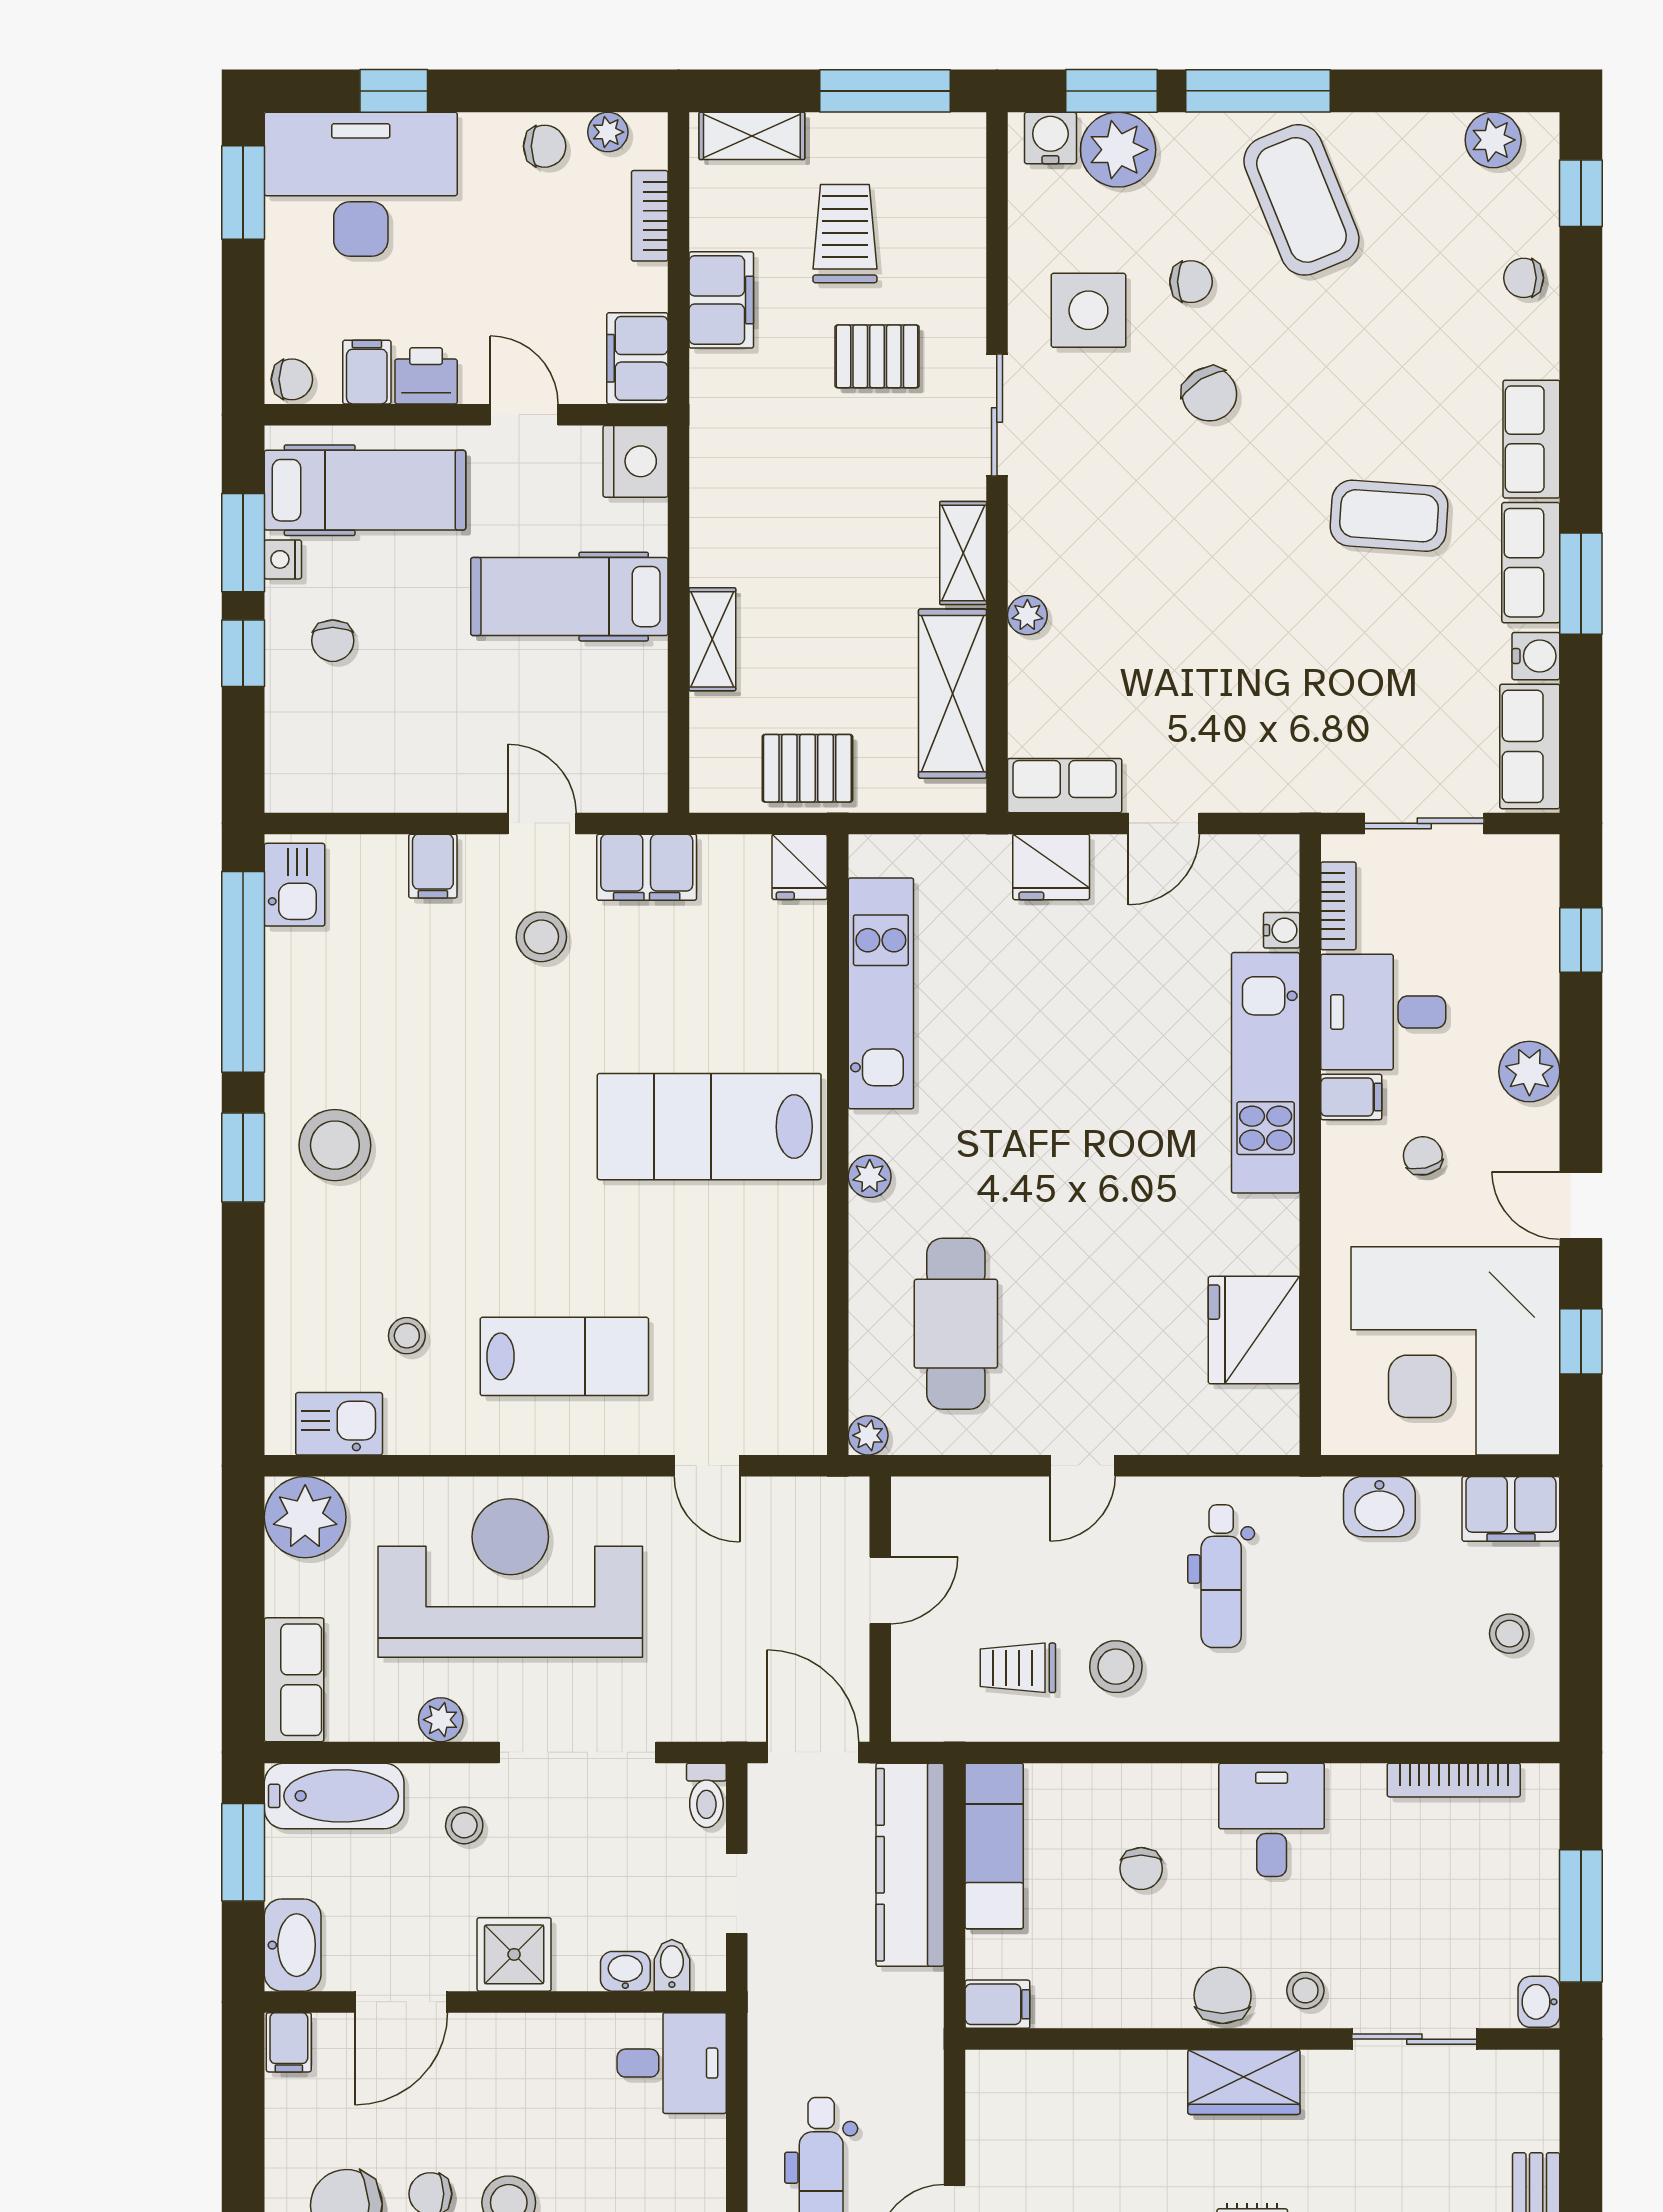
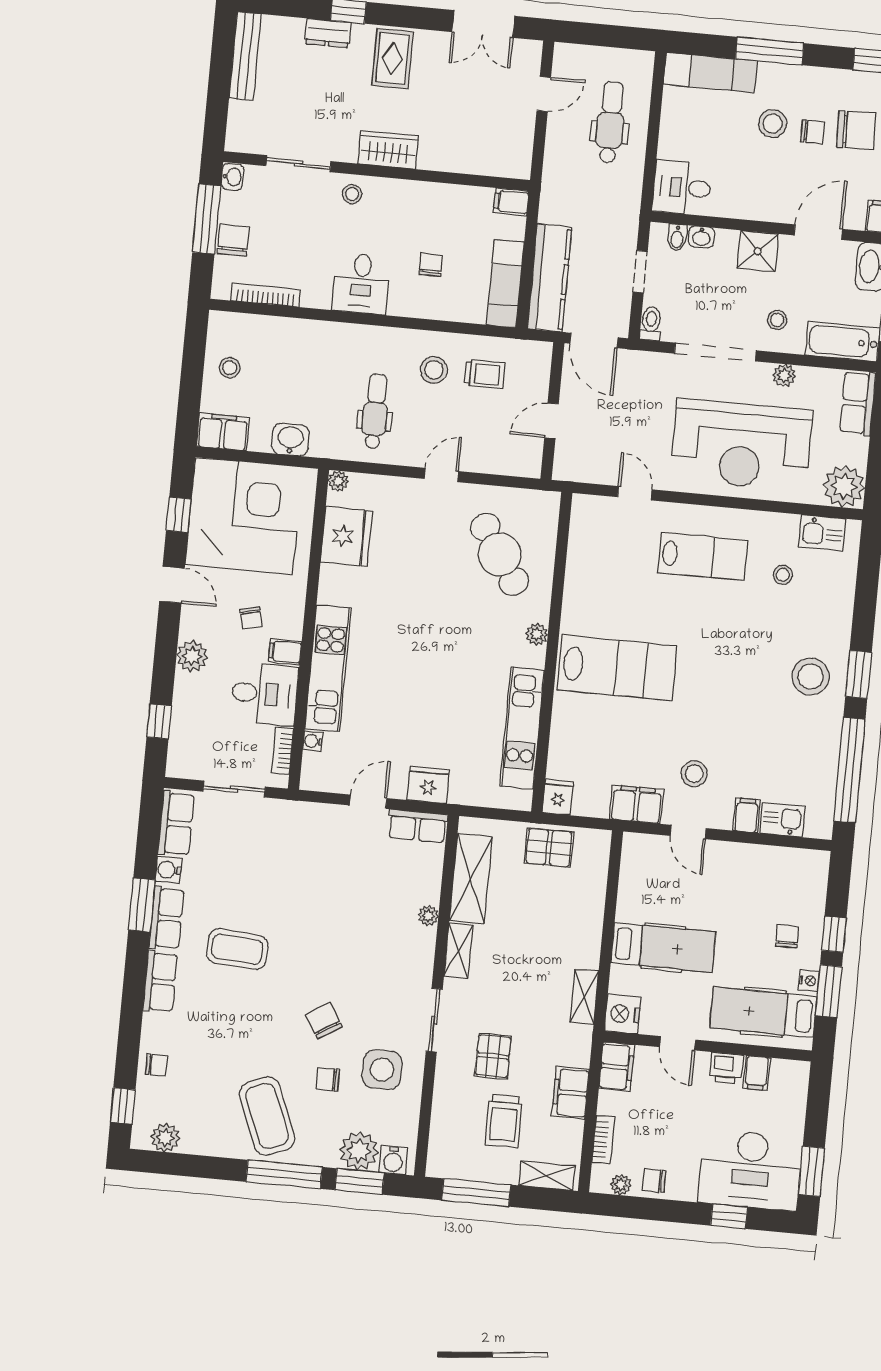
pallet: (877, 356) -> (493, 1056), turned 90
chair: (292, 379) -> (795, 1073), removed
shelving: (712, 639) -> (584, 997), moved
kitchen sink: (294, 885) -> (782, 820), moved, turned 90
cafe table: (956, 1324) -> (500, 554), turned -33
lab bench: (564, 1356) -> (703, 556), turned 180
plant: (868, 1435) -> (338, 481), moved
chair: (1223, 1995) -> (233, 240), moved, turned 180

